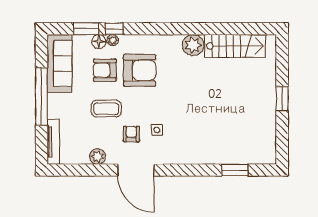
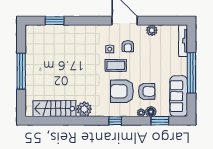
window: (114, 29) -> (115, 121), moved
window: (282, 99) -> (21, 71), width x2.11
coffee table: (106, 109) -> (116, 65), moved

